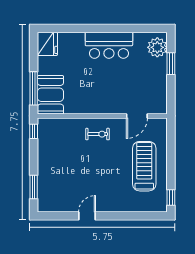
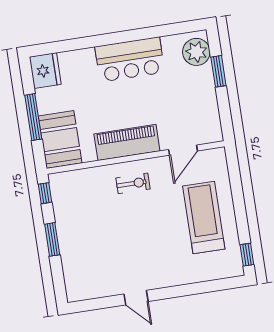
window: (34, 88) -> (33, 117), moved
piano: (98, 104) -> (127, 142), added
window: (34, 187) -> (52, 239), moved
door: (87, 216) -> (136, 298), swing flipped

